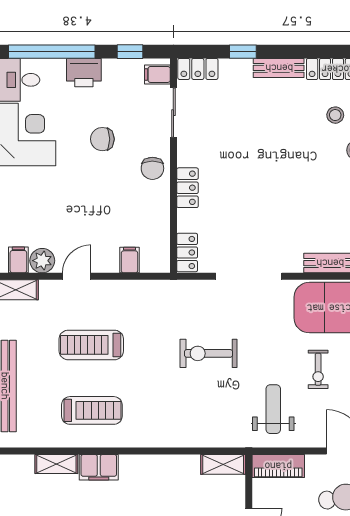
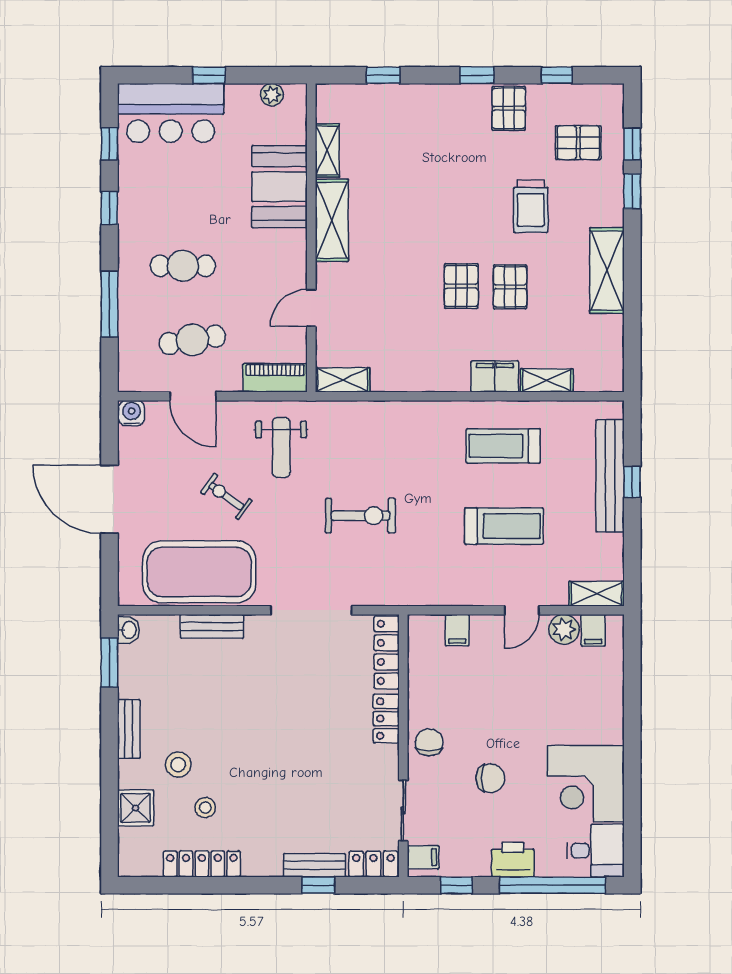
bench: (279, 68) -> (315, 865), moved
locker: (187, 253) -> (387, 652), width x1.53
exercise bike: (318, 369) -> (226, 496), turned -54

